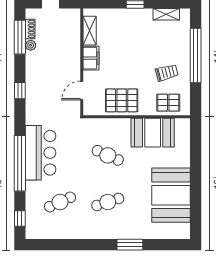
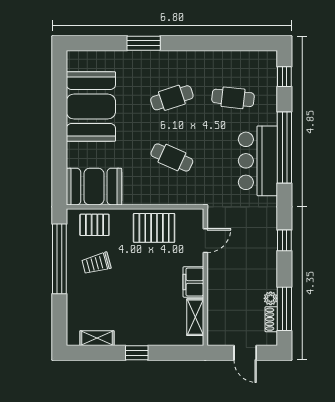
window: (196, 56) -> (59, 259), moved
booth: (153, 133) -> (94, 187), moved
cafe table: (60, 202) -> (233, 98), turned 30

